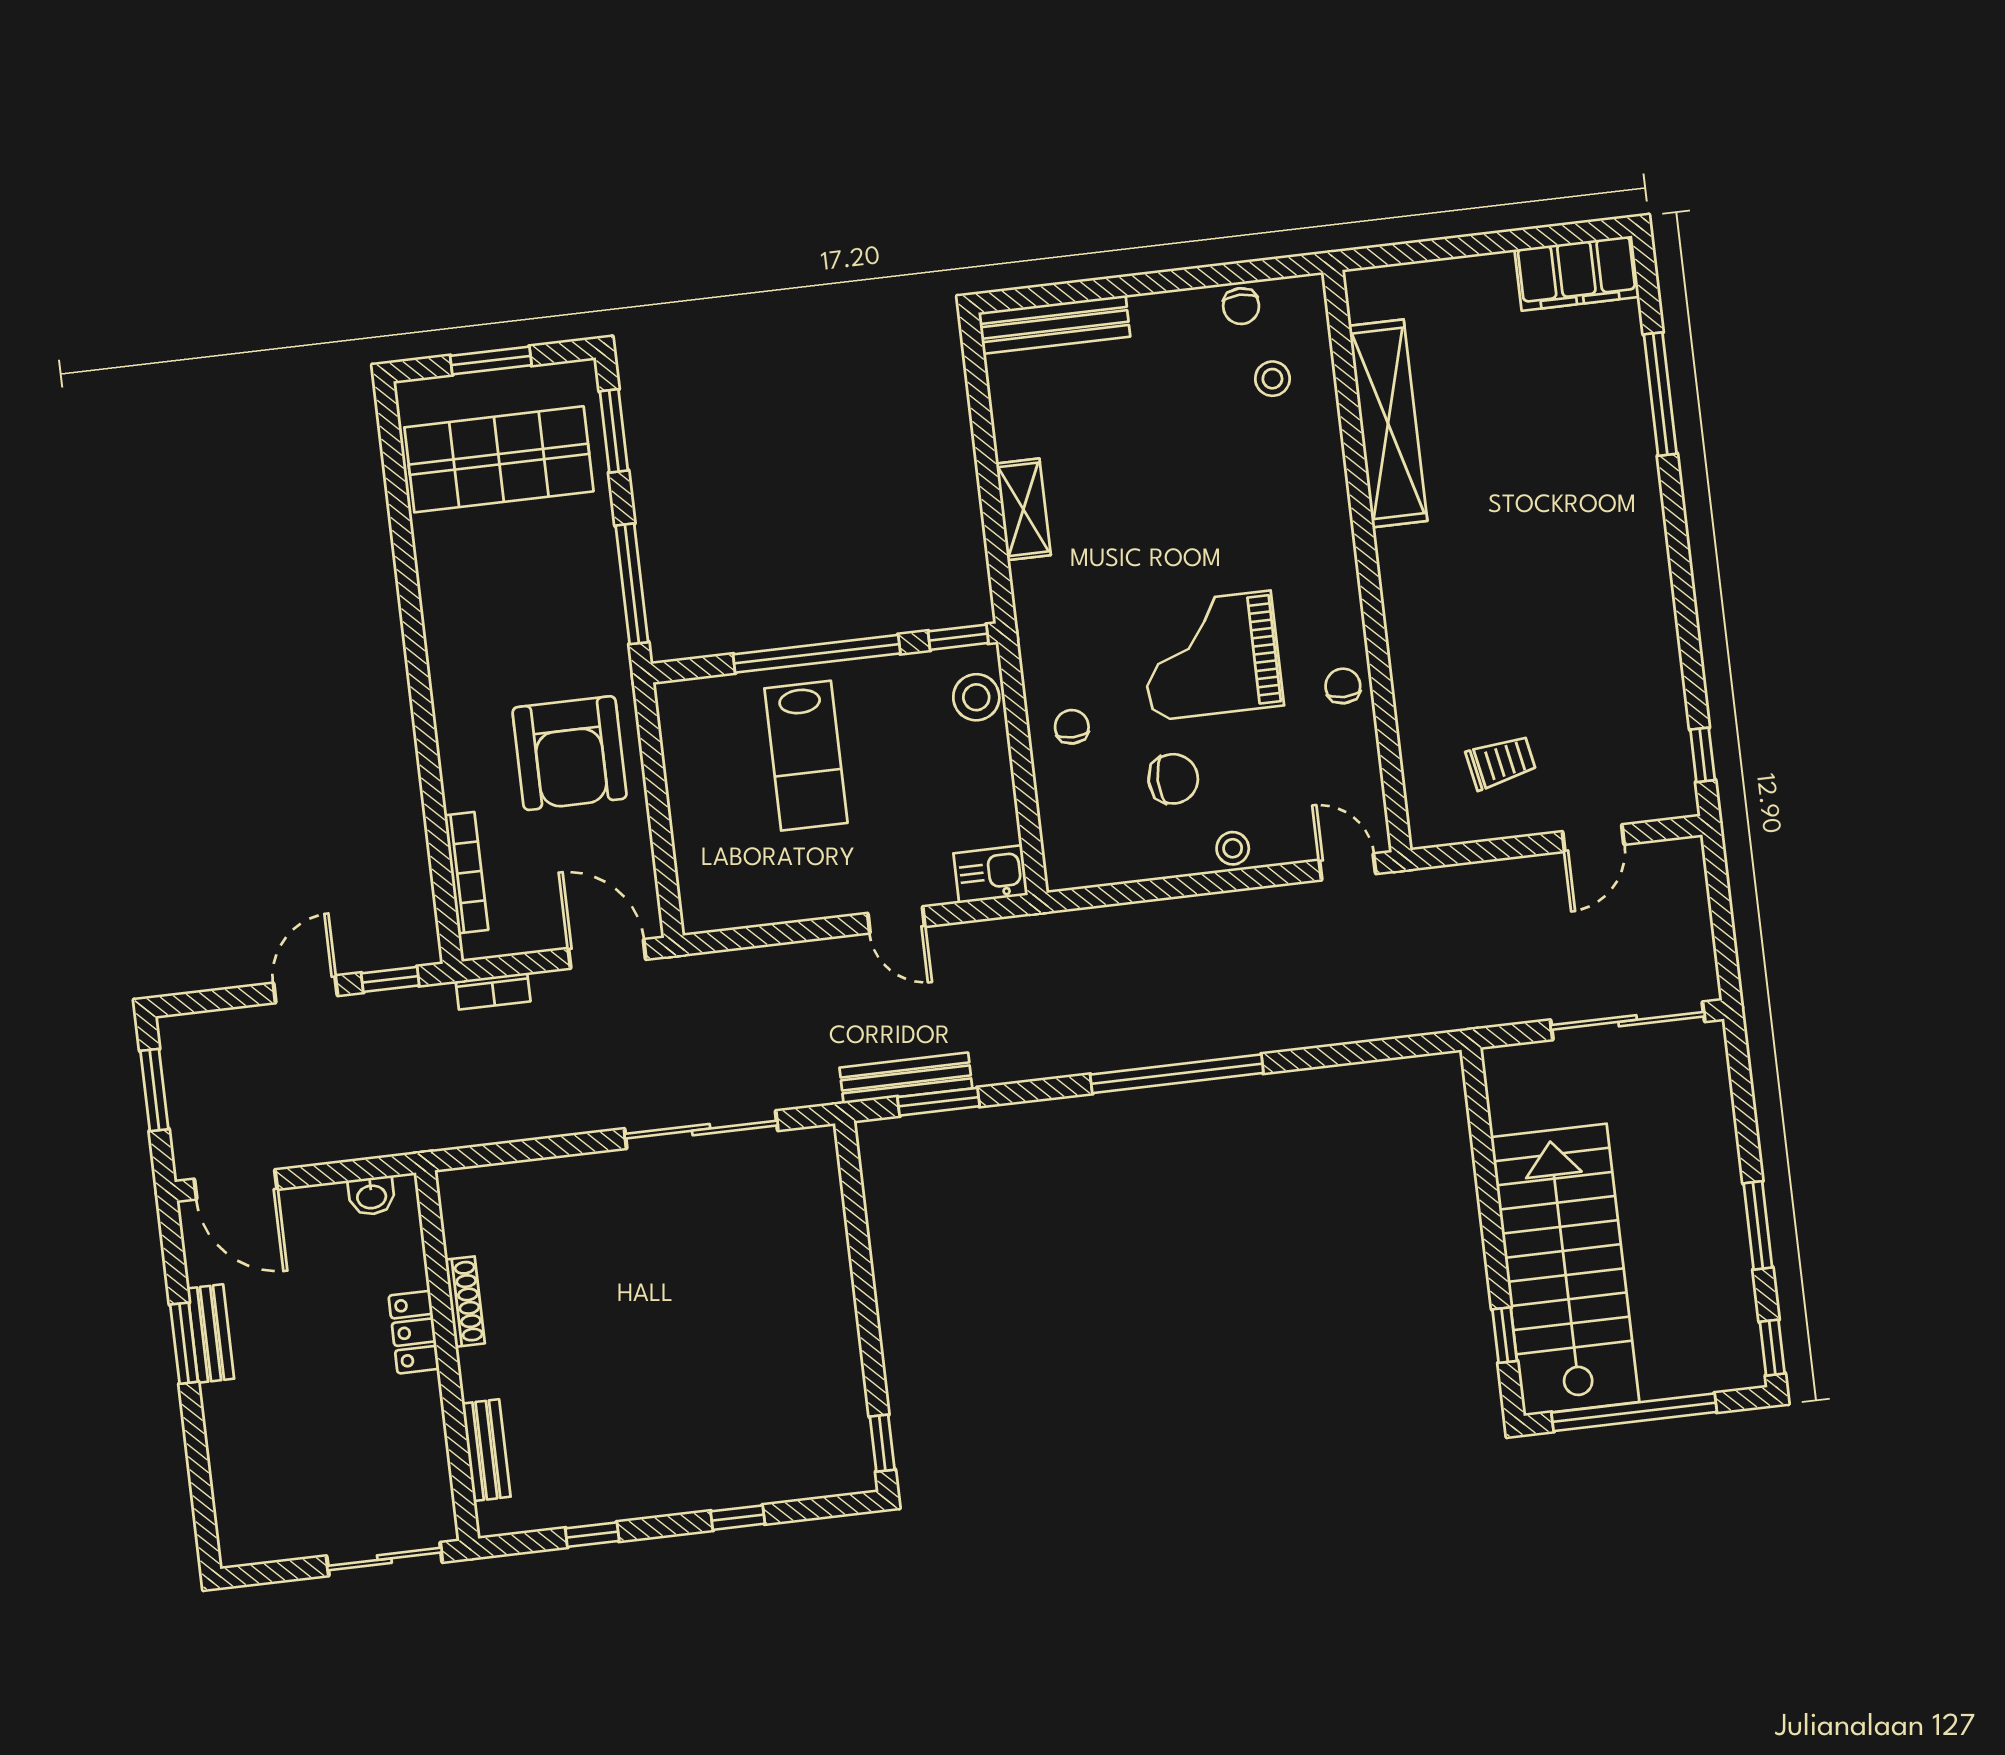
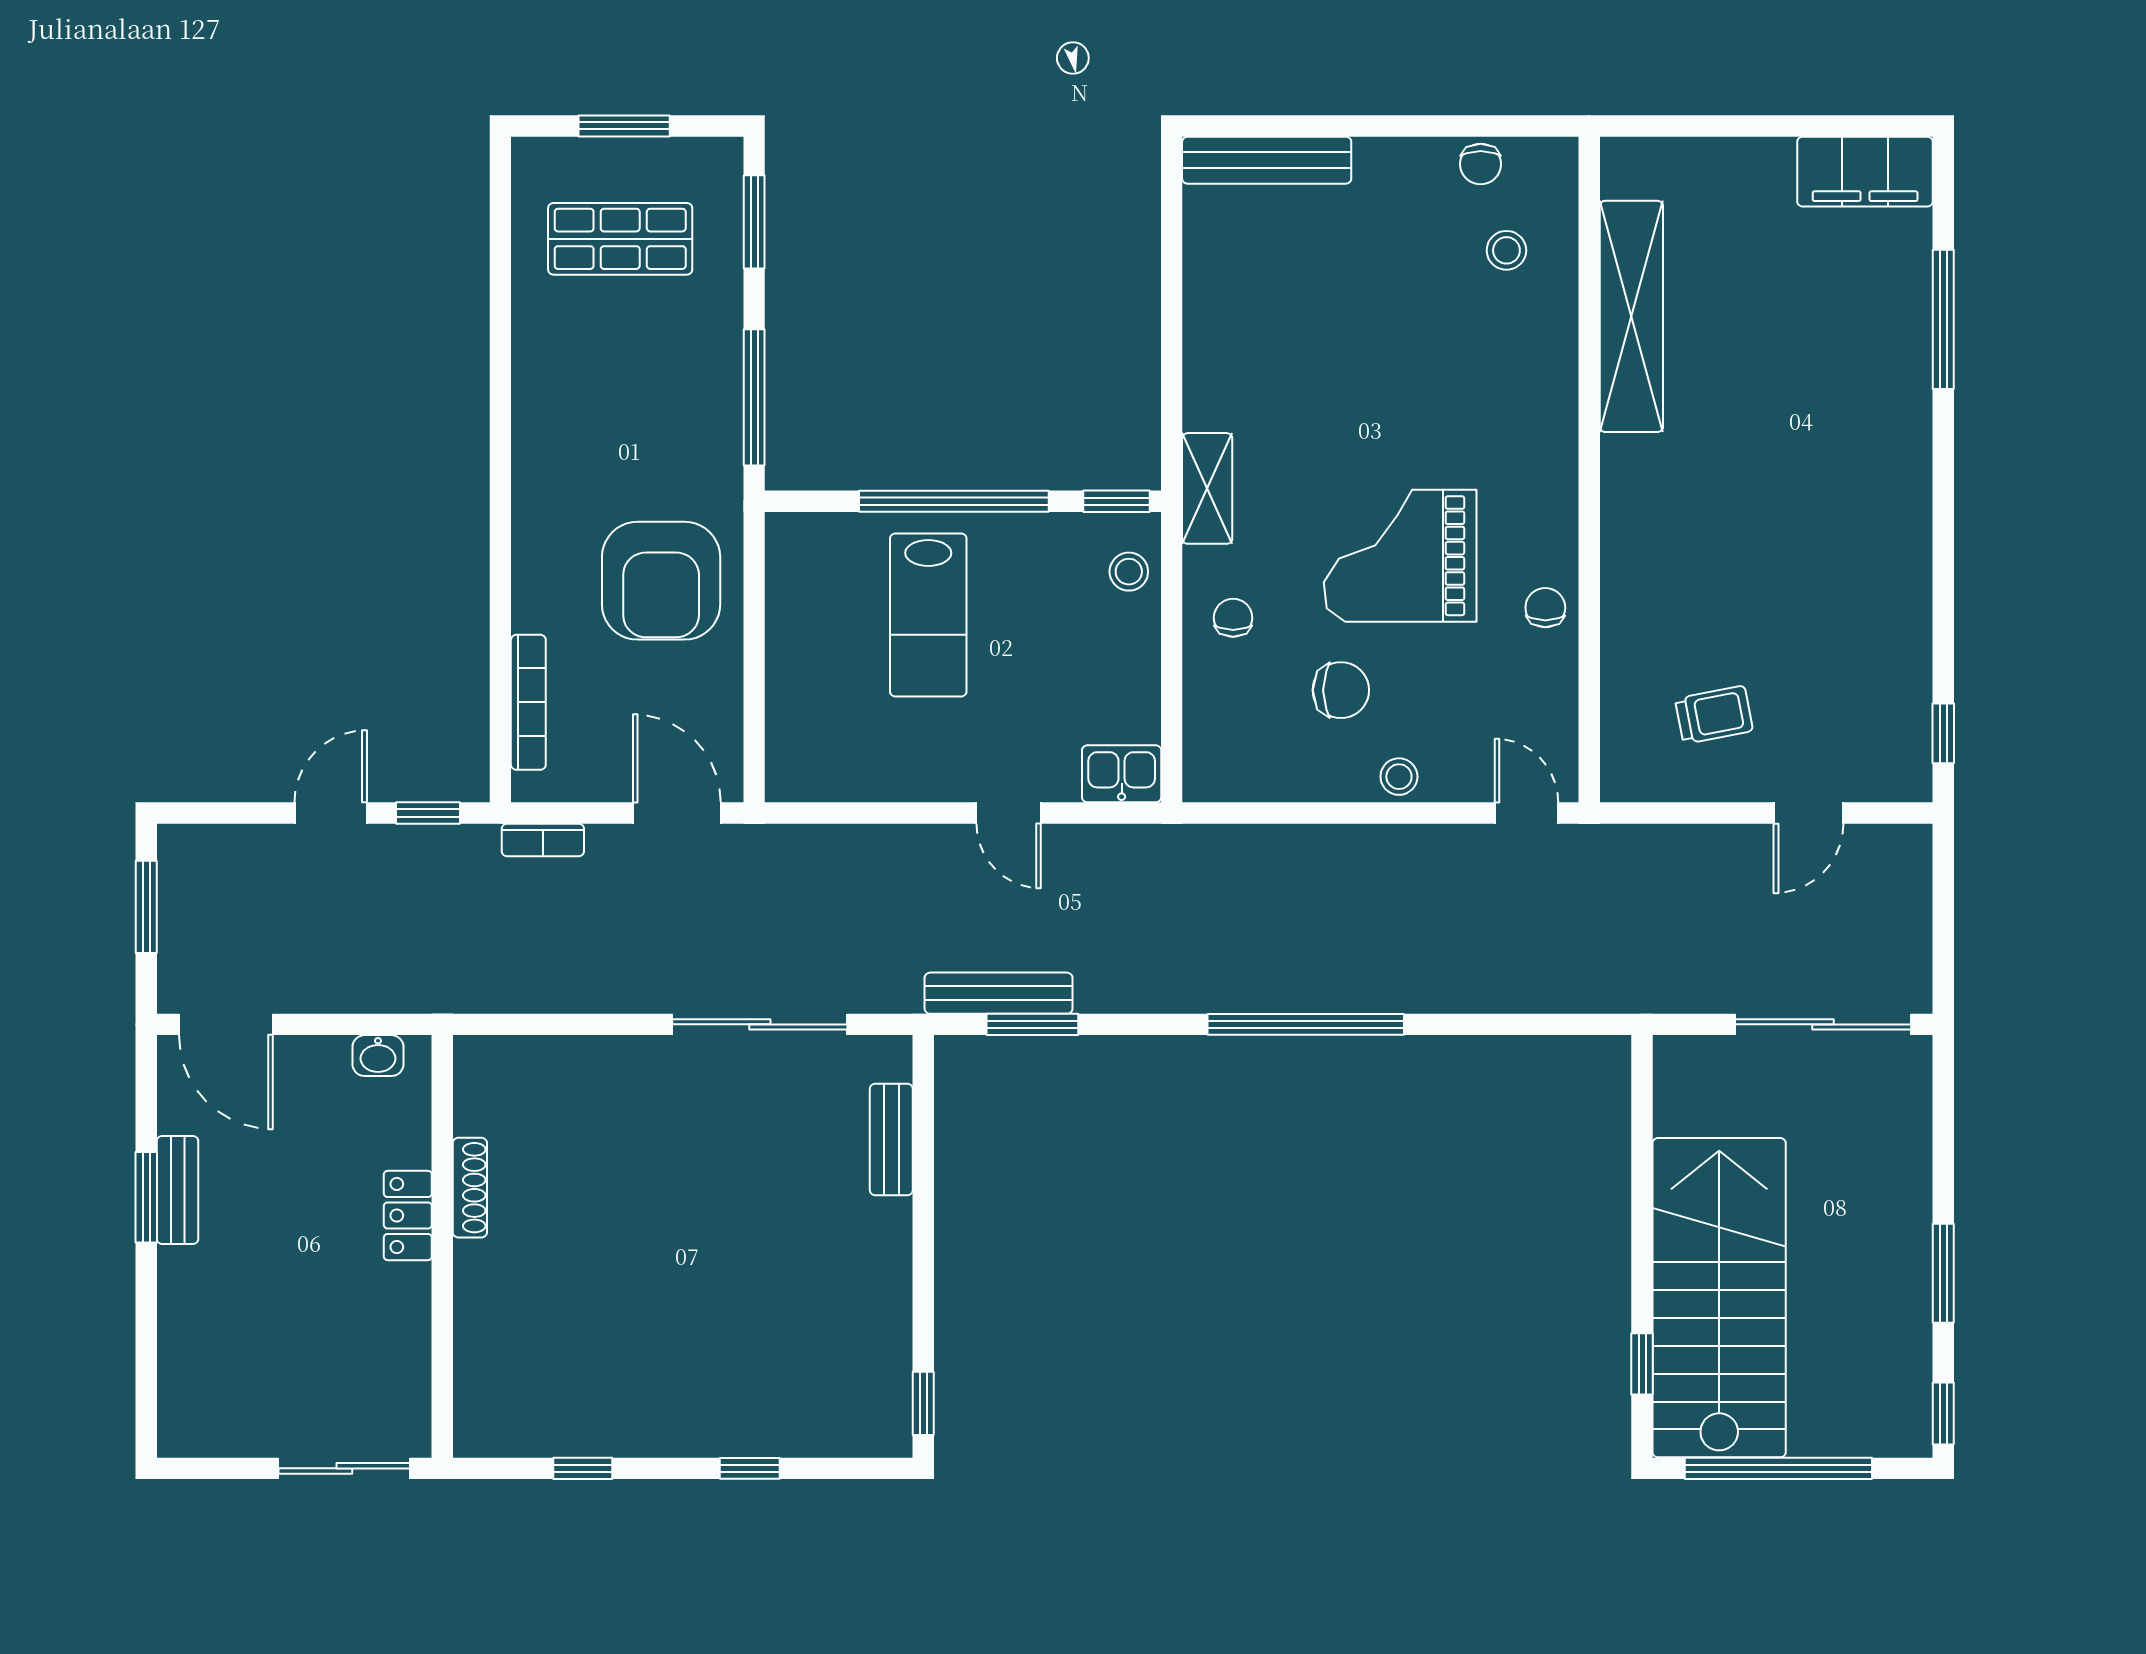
shop shelf: (499, 459) -> (620, 239), width x0.70, depth x0.74
shelving: (1023, 509) -> (1207, 488), moved
stool: (976, 697) -> (1129, 572), width x0.73, depth x0.73
bench: (486, 1450) -> (891, 1139), moved

